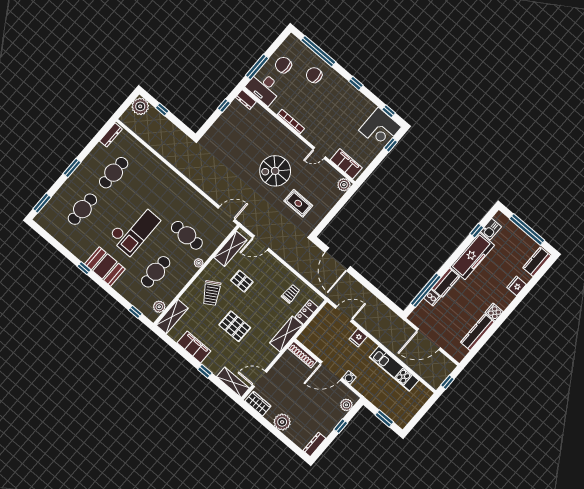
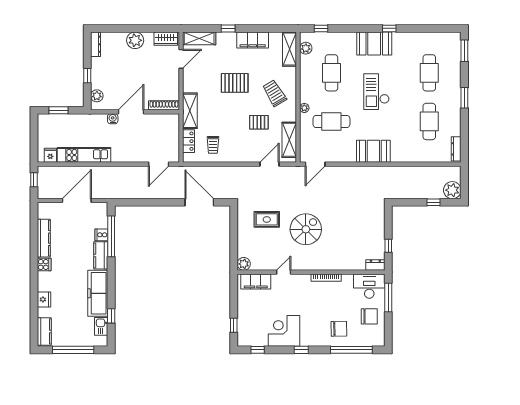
corner desk: (380, 129) -> (284, 331), moved
booth: (175, 186) -> (373, 151), added
checkout: (134, 229) -> (376, 92), width x0.73, depth x0.83
fridge: (358, 338) -> (50, 155), moved

